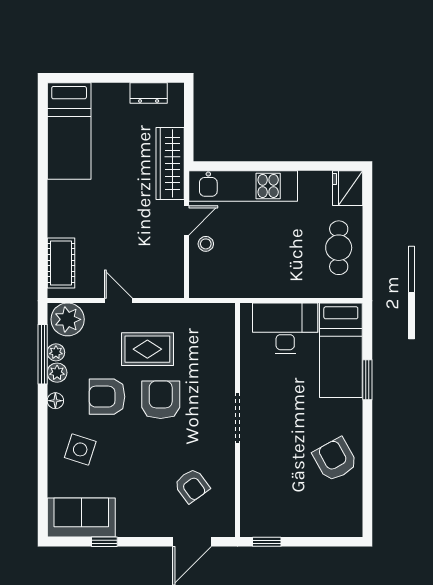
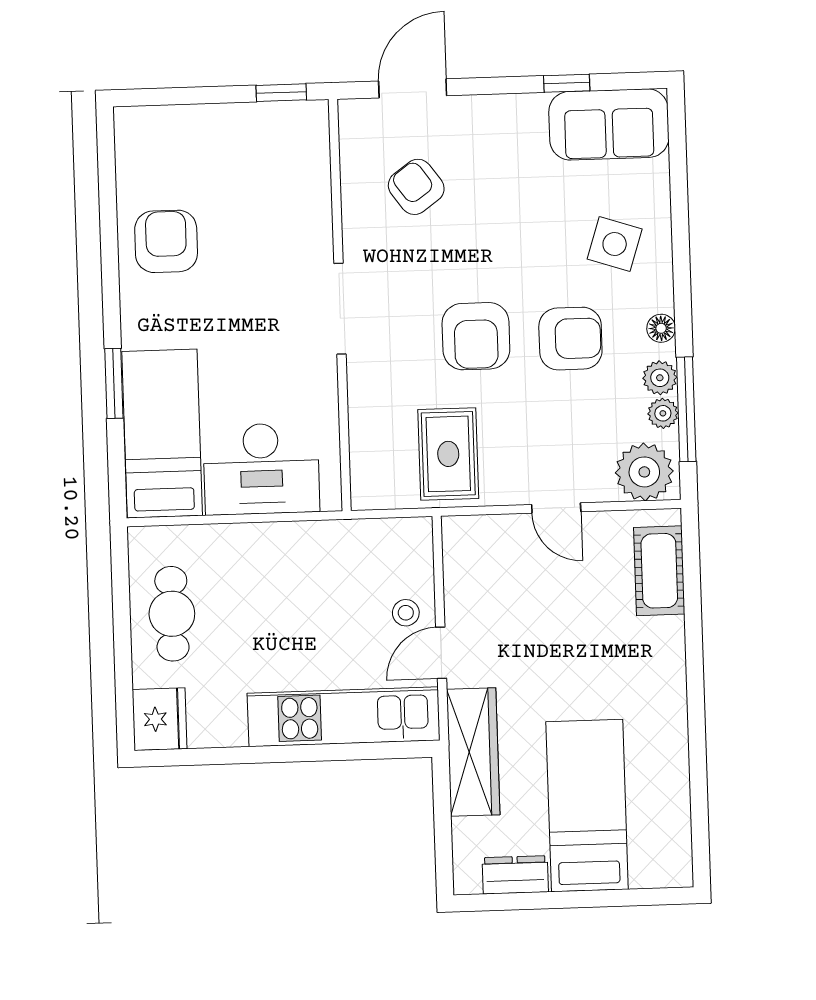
bed: (69, 131) -> (587, 806), moved
rug: (147, 349) -> (448, 454), moved, turned 90
armchair: (335, 459) -> (166, 241), turned -151

